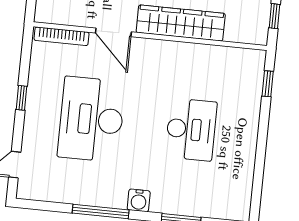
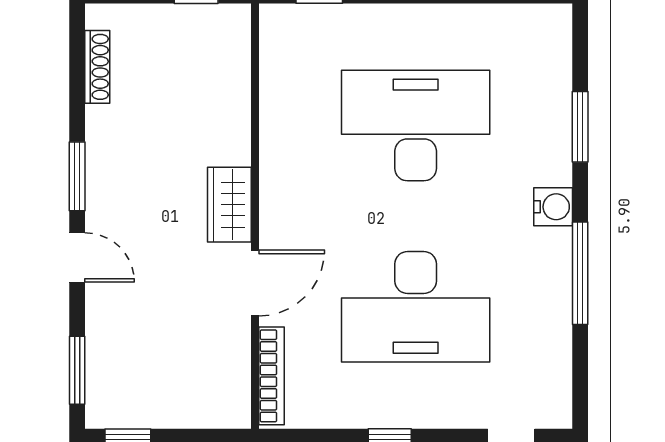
wardrobe: (181, 23) -> (229, 205), width x0.48, depth x0.85
desk: (191, 129) -> (416, 126), width x1.36, depth x1.30

